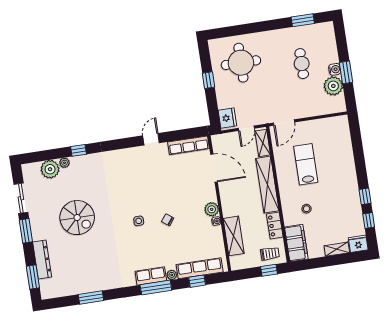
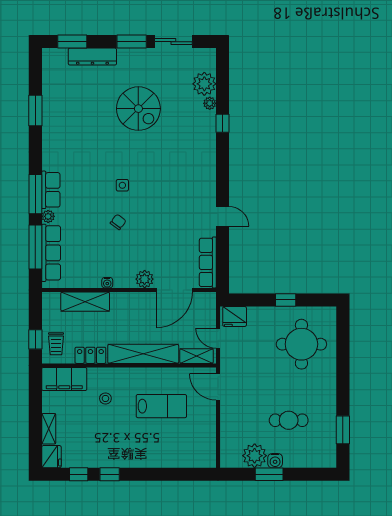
plant: (212, 209) -> (145, 279), moved
spiral stairs: (77, 218) -> (138, 109), turned -90
window: (197, 281) -> (35, 247), width x2.17

